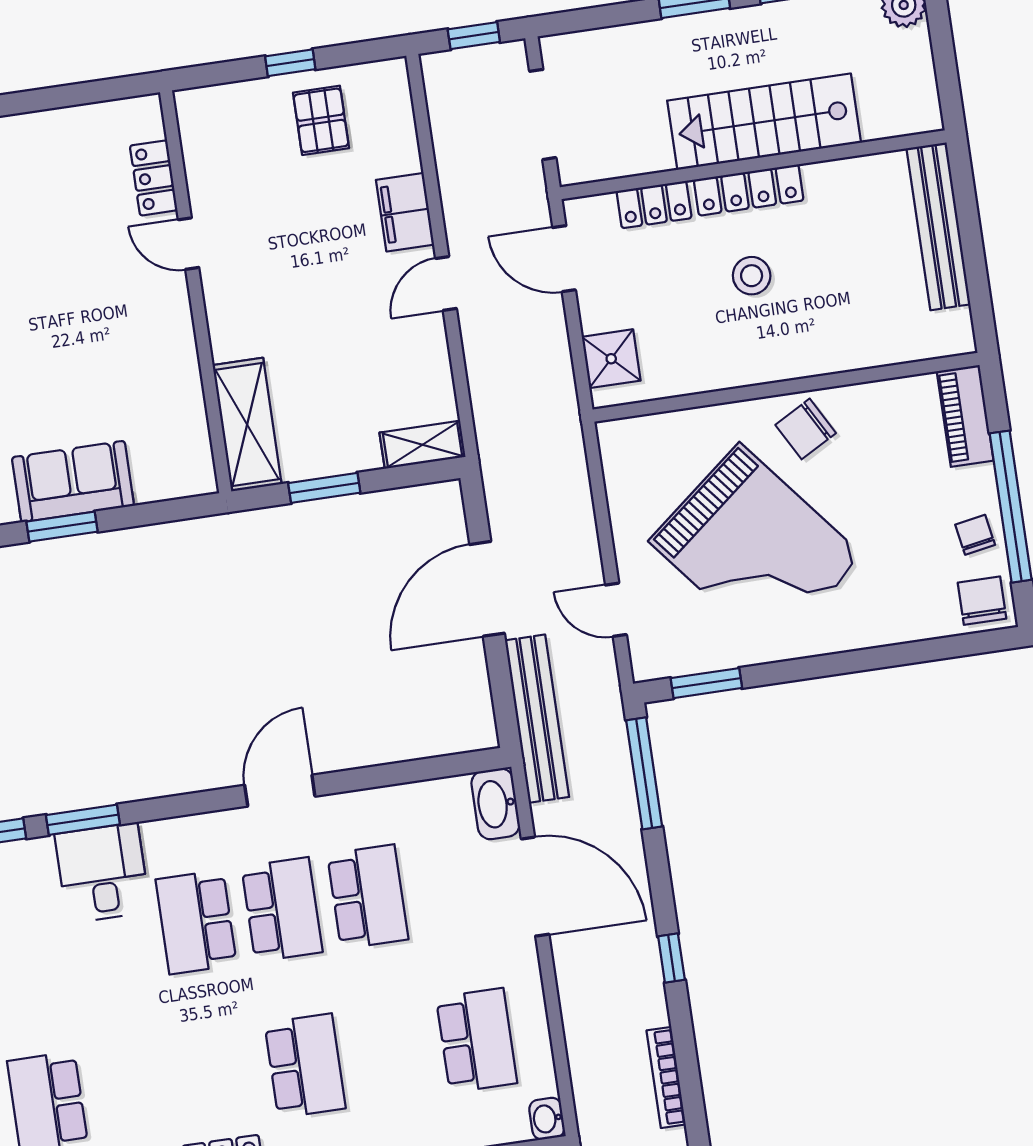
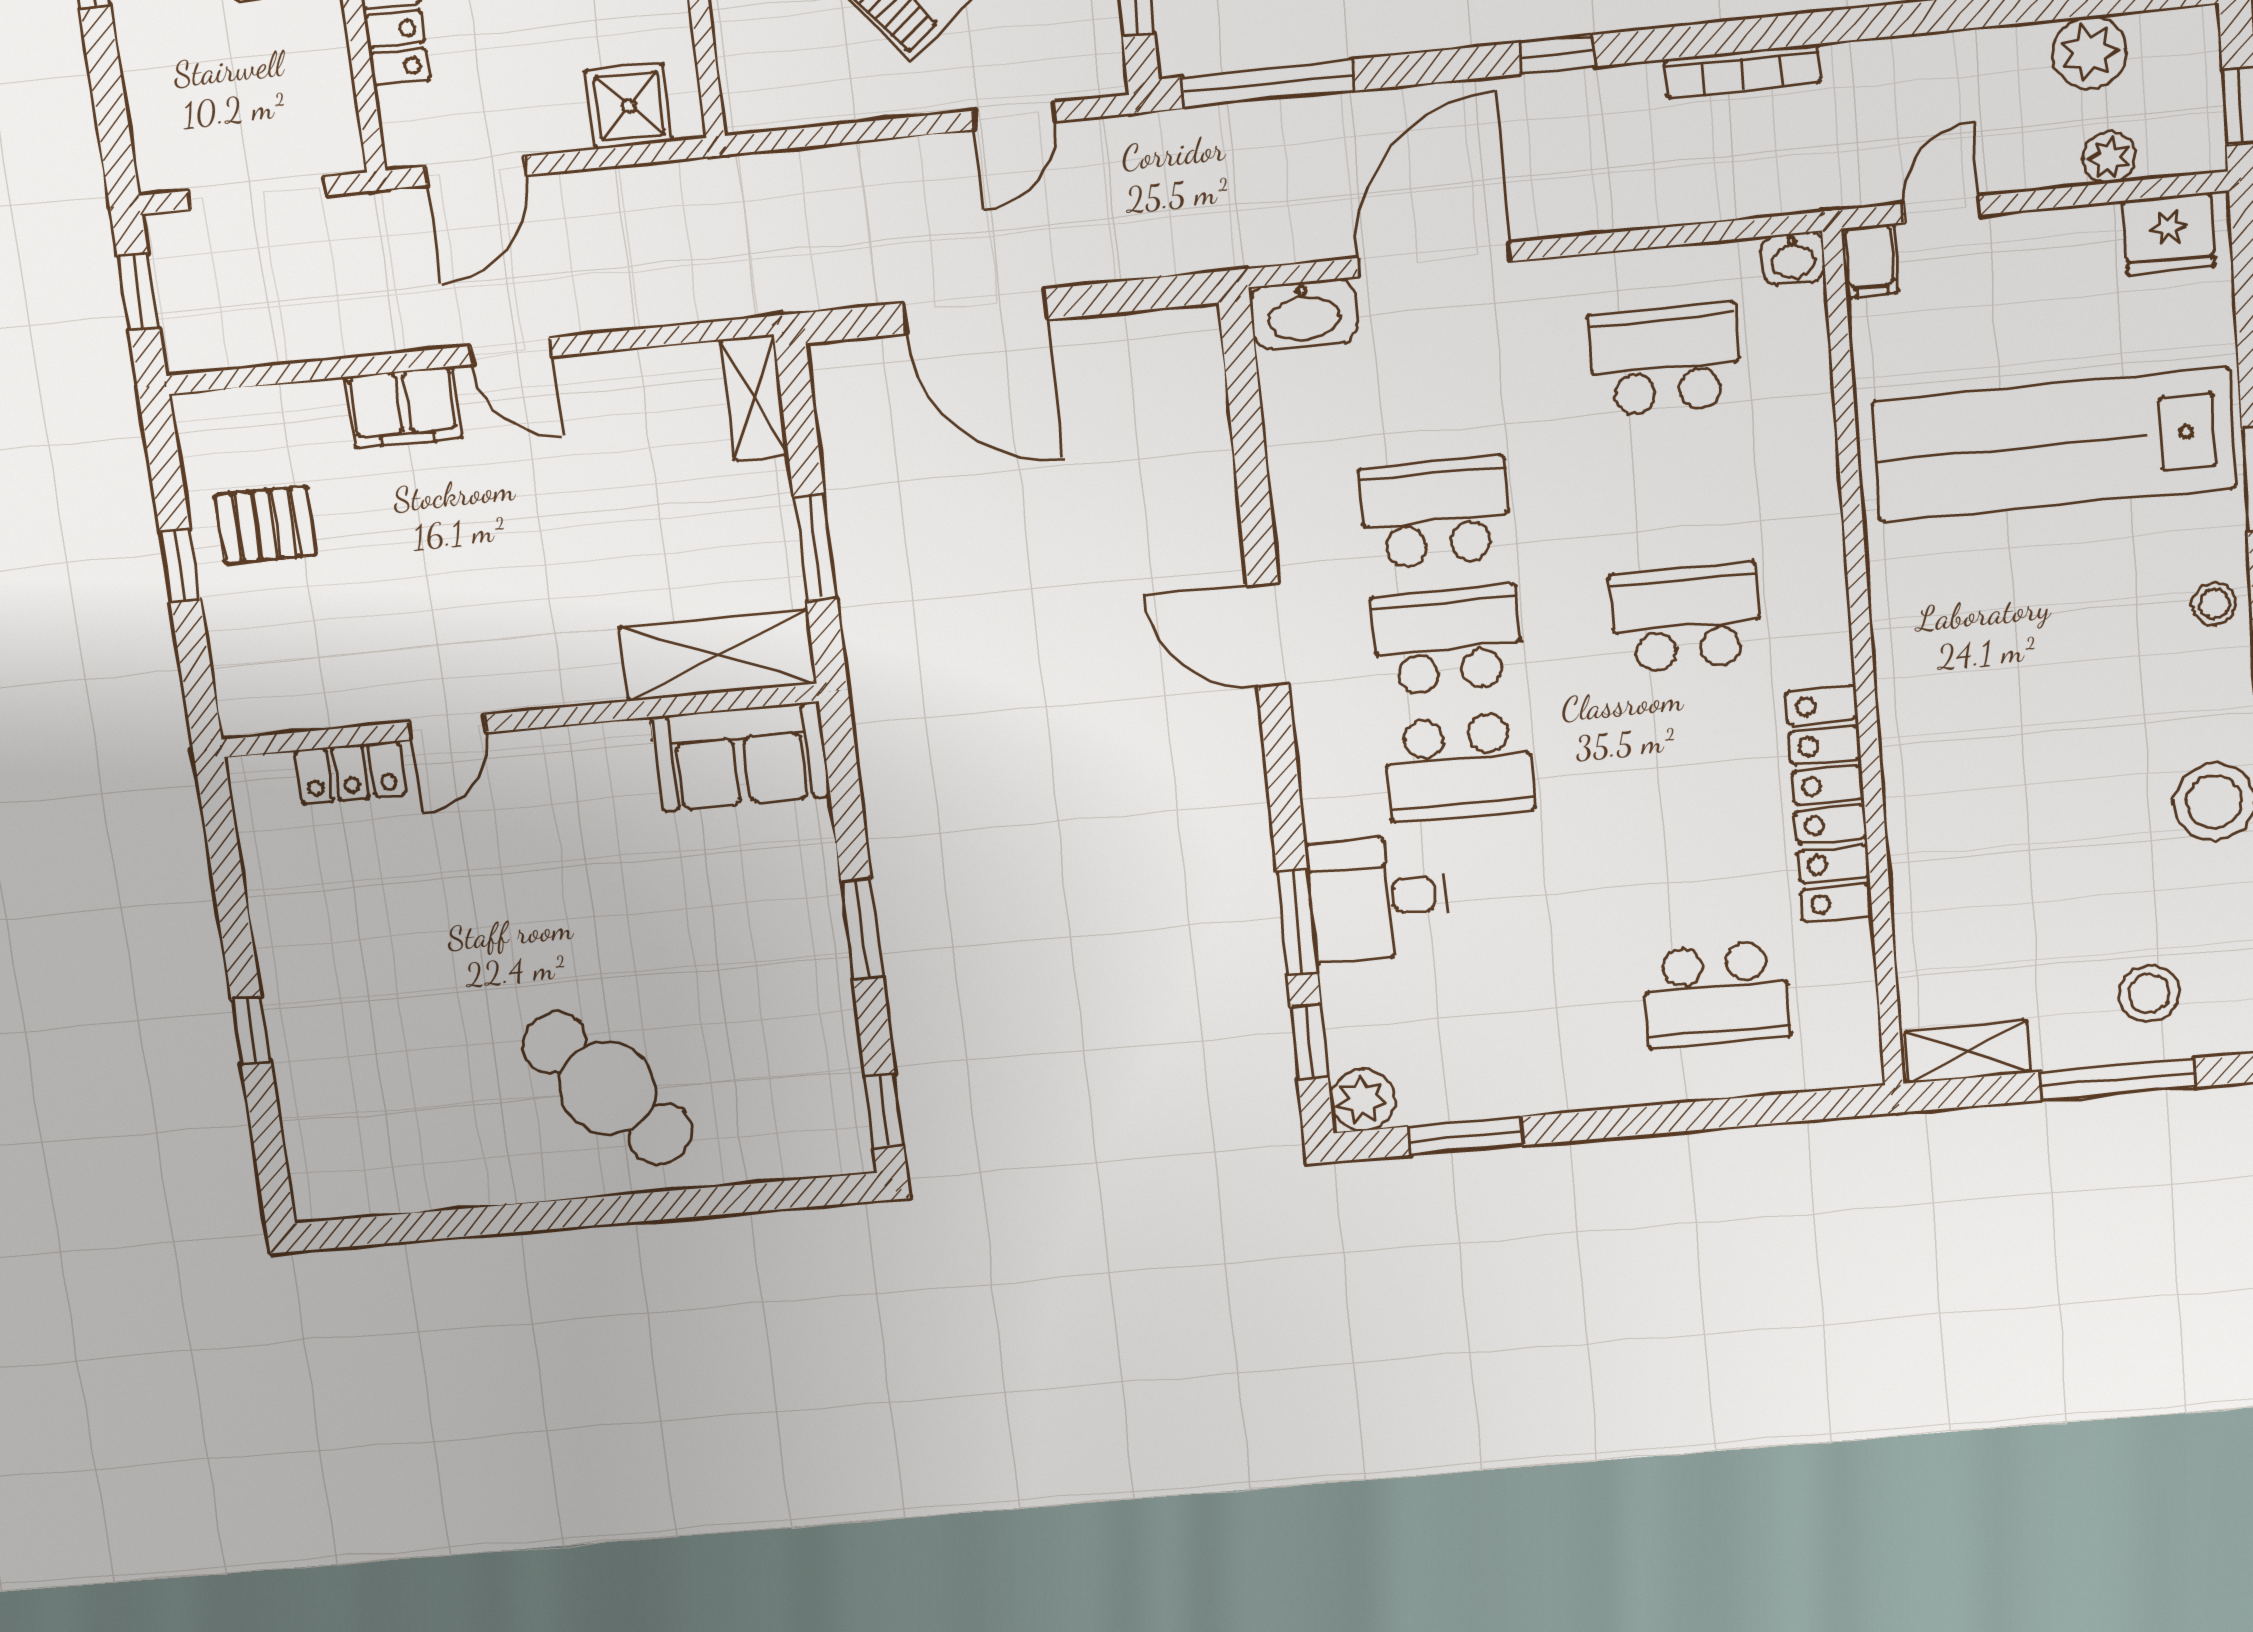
sofa: (73, 482) -> (740, 757), moved, turned -90
bench: (537, 719) -> (1176, 245), removed

